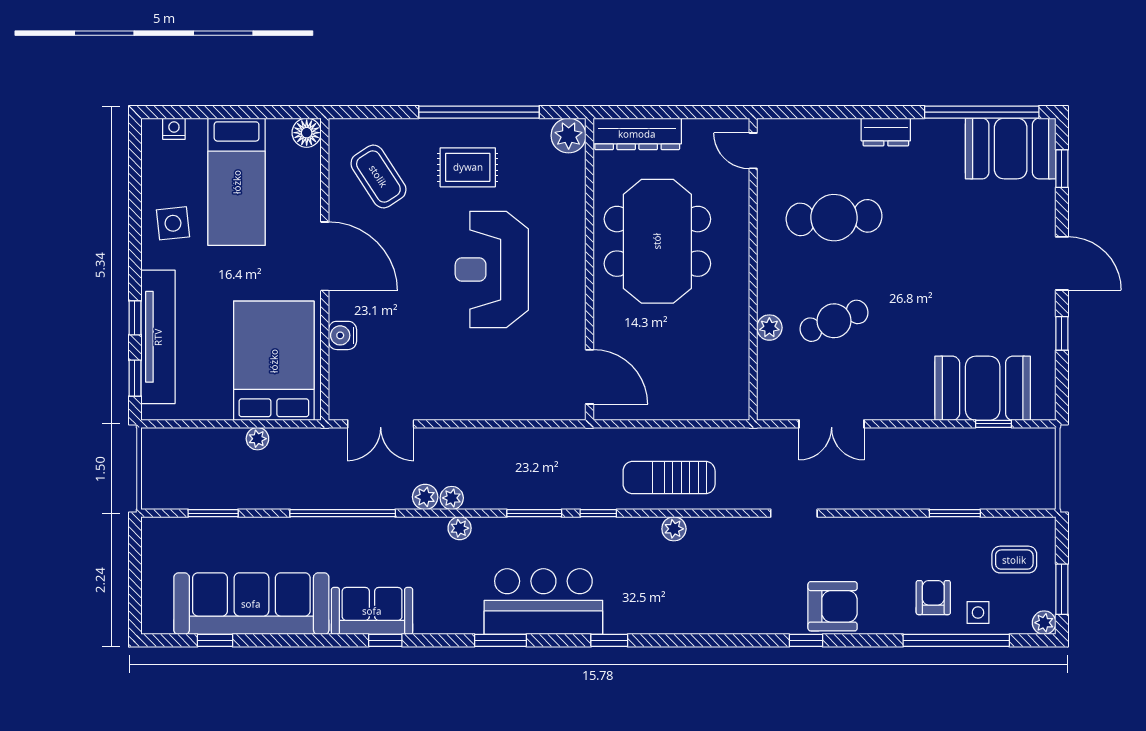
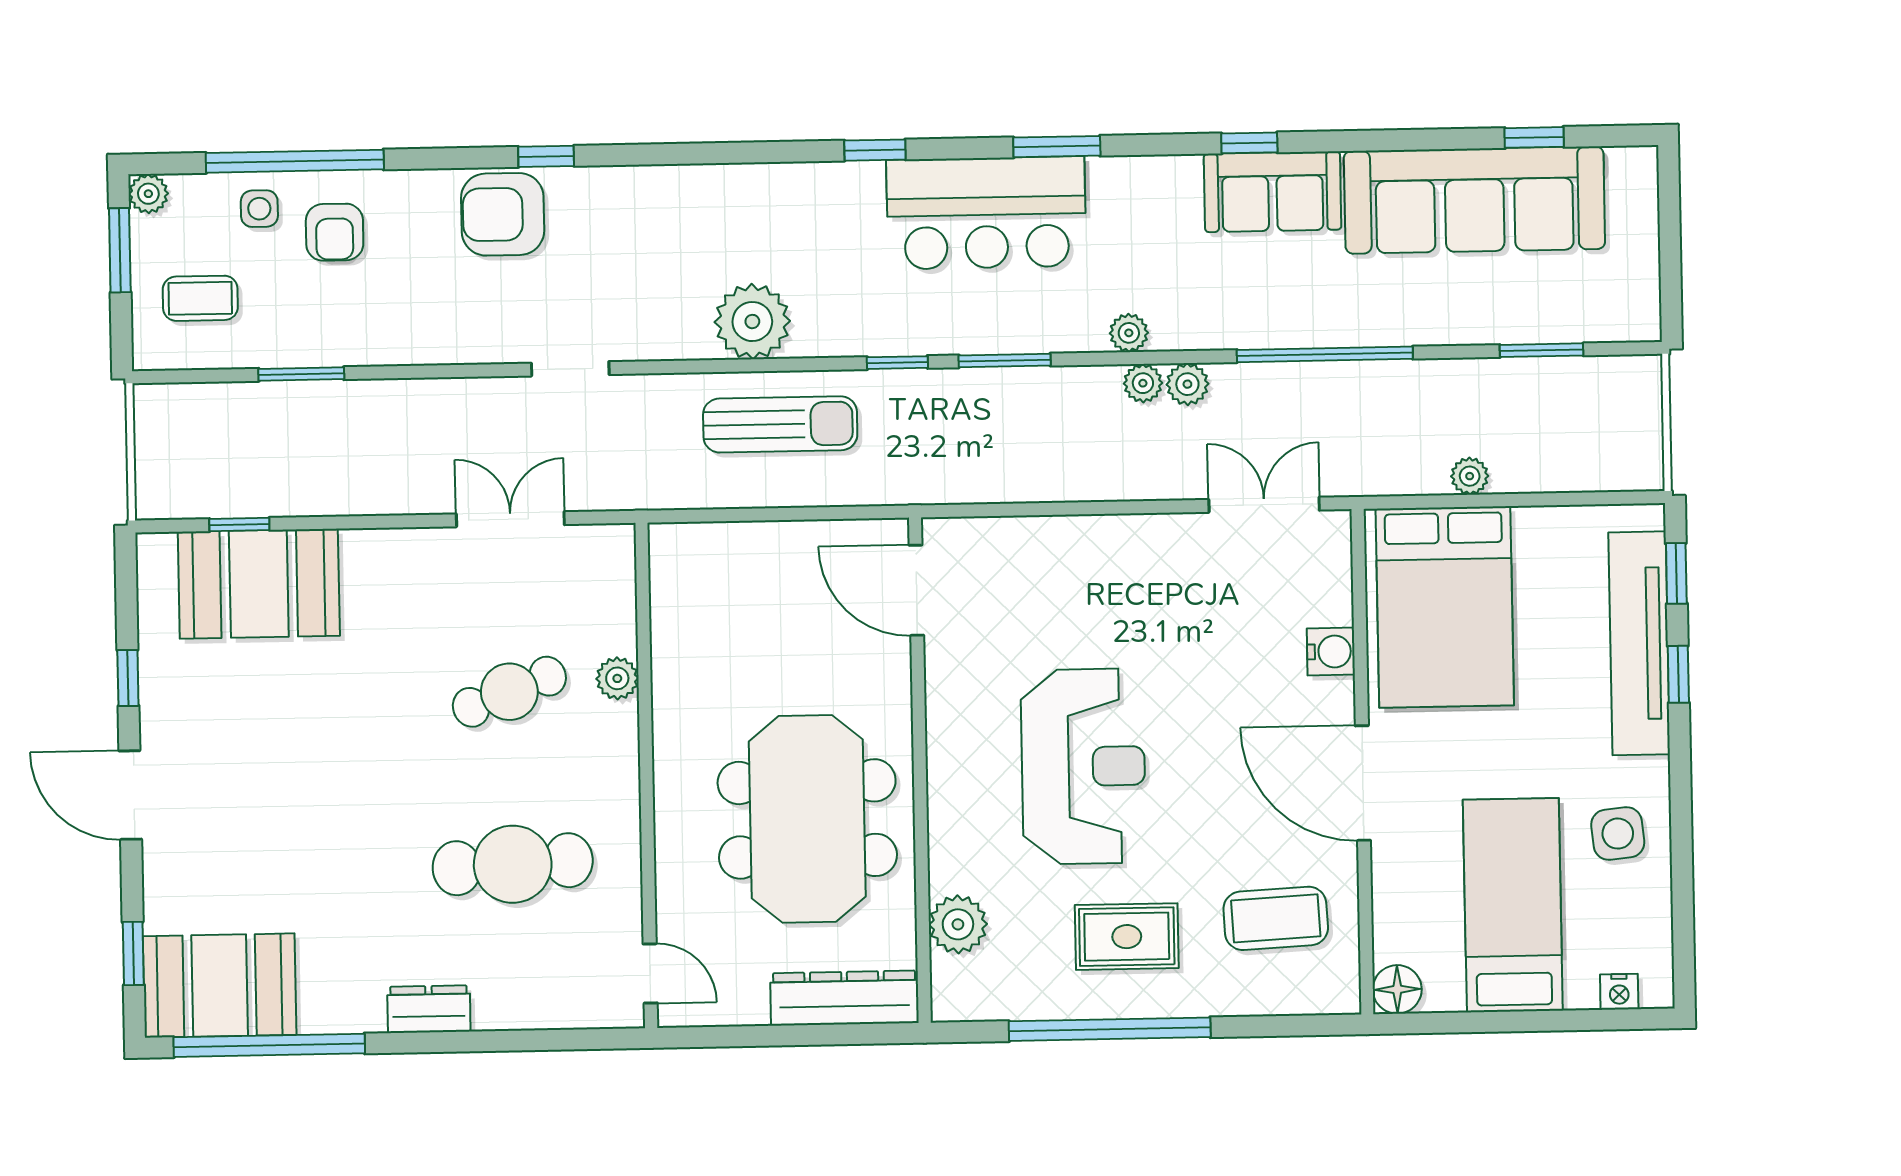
plant: (569, 136) -> (958, 924), moved
coffee table: (378, 176) -> (1276, 918), turned -60
plant: (674, 529) -> (752, 322), width x1.88, depth x1.88

